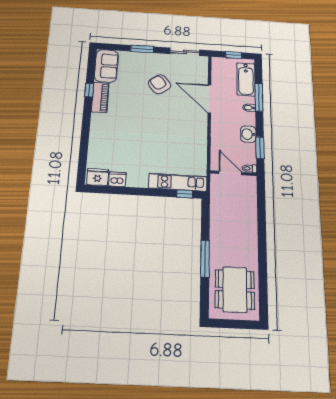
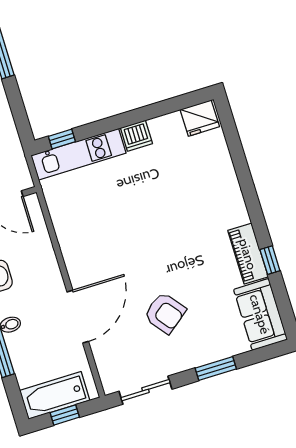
bathtub: (246, 79) -> (55, 395), moved, turned -90
door: (209, 99) -> (78, 317), hinge flipped
dishwasher: (117, 179) -> (136, 136), moved

